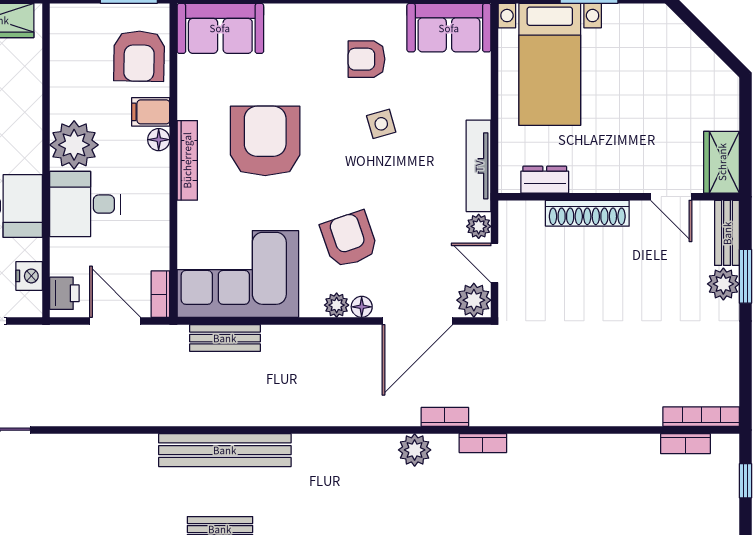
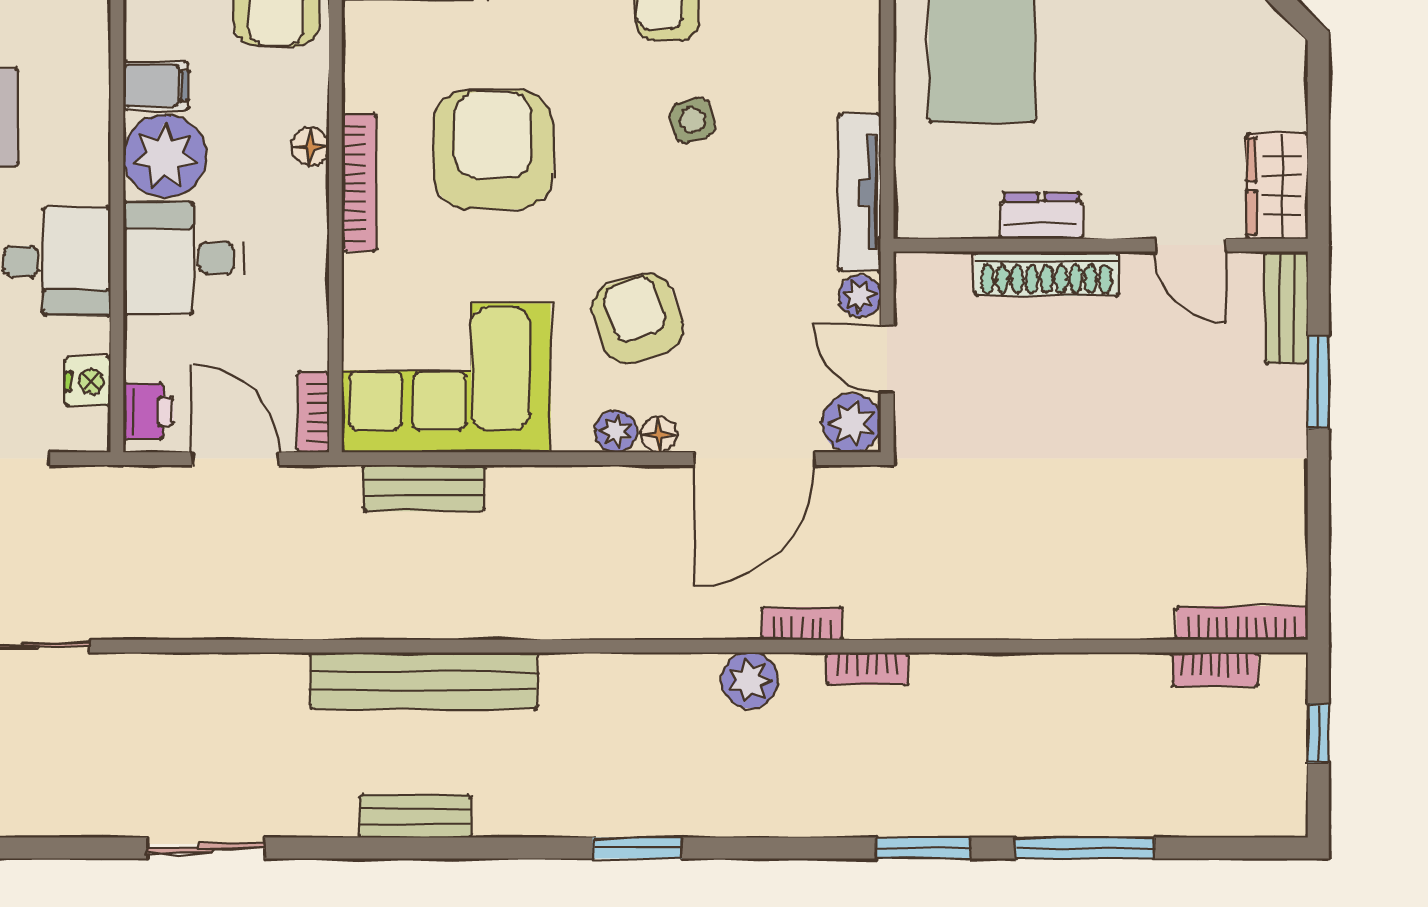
filing cabinet: (151, 112) -> (156, 86), moved, turned 180
dresser: (545, 180) -> (1041, 216), moved
plant: (723, 284) -> (1280, 395), removed

